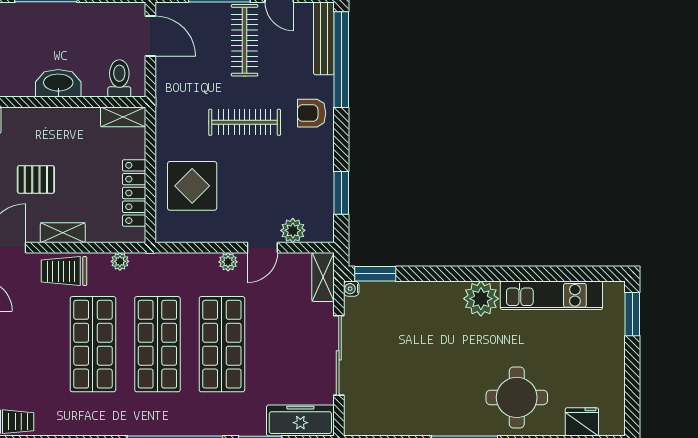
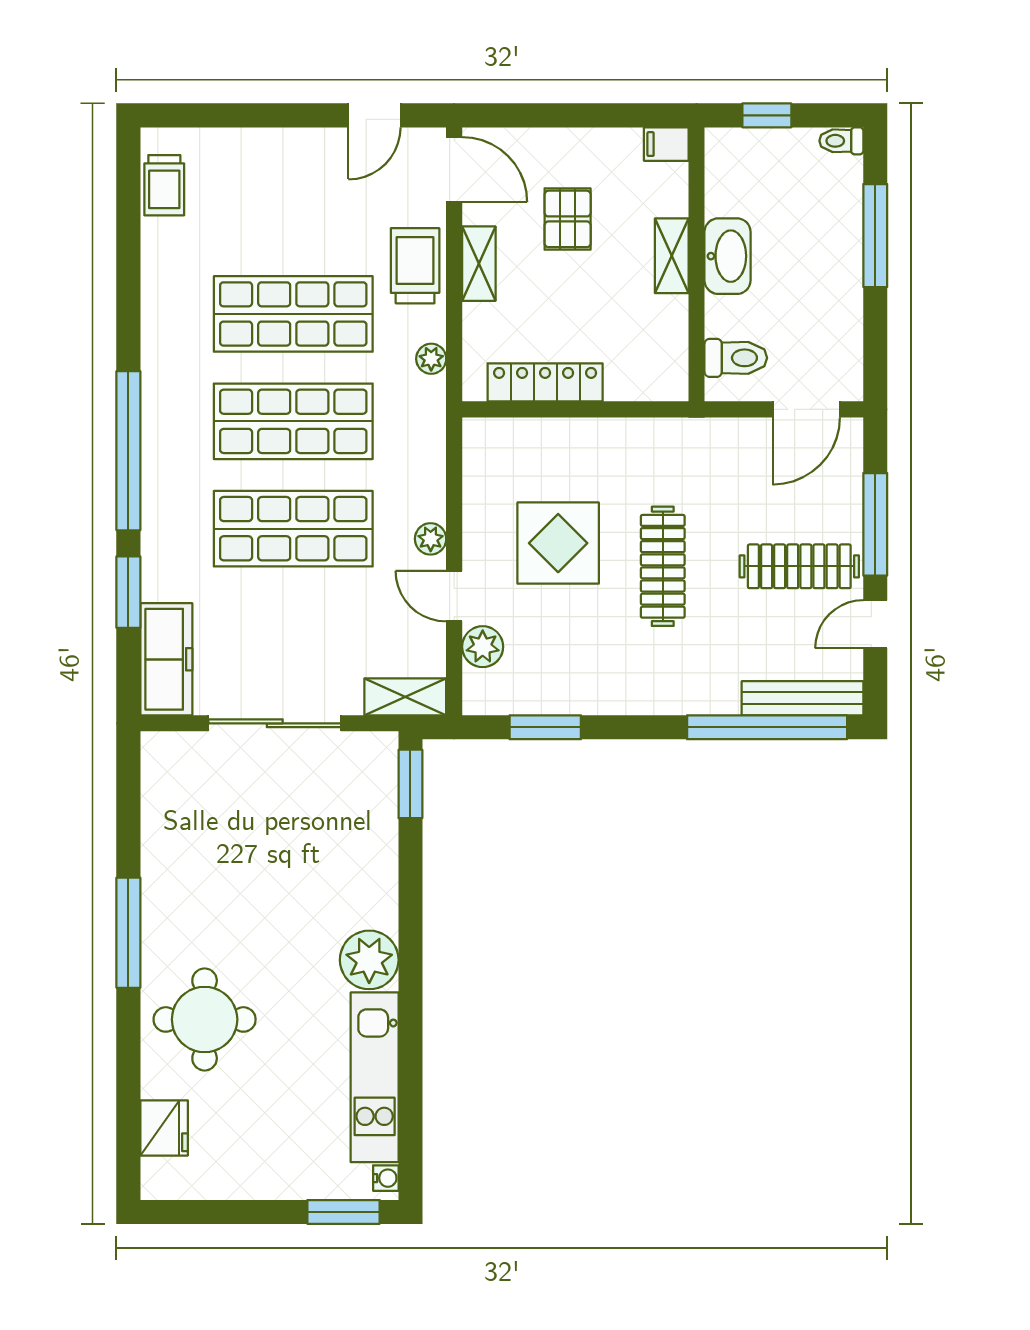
armchair: (312, 113) -> (678, 678), removed
shelving: (123, 117) -> (672, 256), moved
display table: (192, 186) -> (558, 543), moved
water cooler: (351, 289) -> (386, 1178), moved, turned 90

